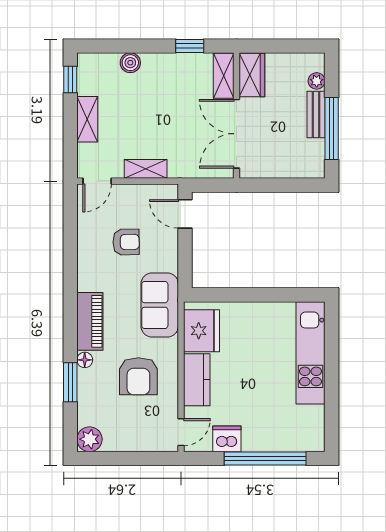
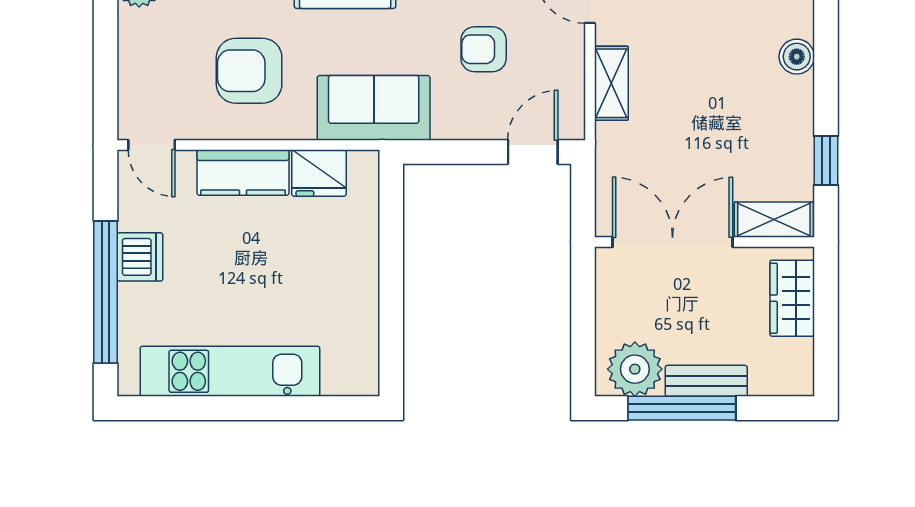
wardrobe: (252, 75) -> (792, 298), moved, turned 90
plant: (317, 81) -> (635, 369), moved, width x1.88, depth x1.88
armchair: (126, 242) -> (484, 49), turned 91
fridge: (201, 331) -> (319, 173), width x0.73, depth x0.75
kitchen unit: (310, 353) -> (230, 371), moved
dishwasher: (227, 439) -> (140, 257), moved

